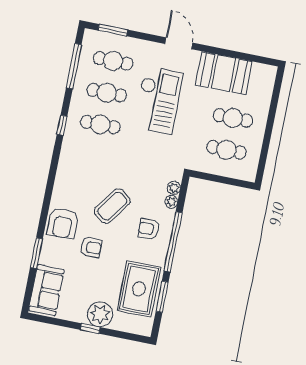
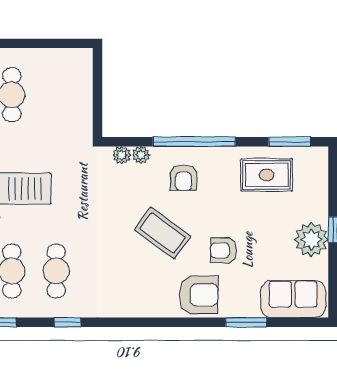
cafe table: (226, 150) -> (56, 95), removed
armchair: (91, 247) -> (224, 250), turned -90
rug: (139, 289) -> (267, 175), width x0.73, depth x0.70
window: (162, 297) -> (290, 142), moved
plant: (100, 314) -> (311, 240), moved

